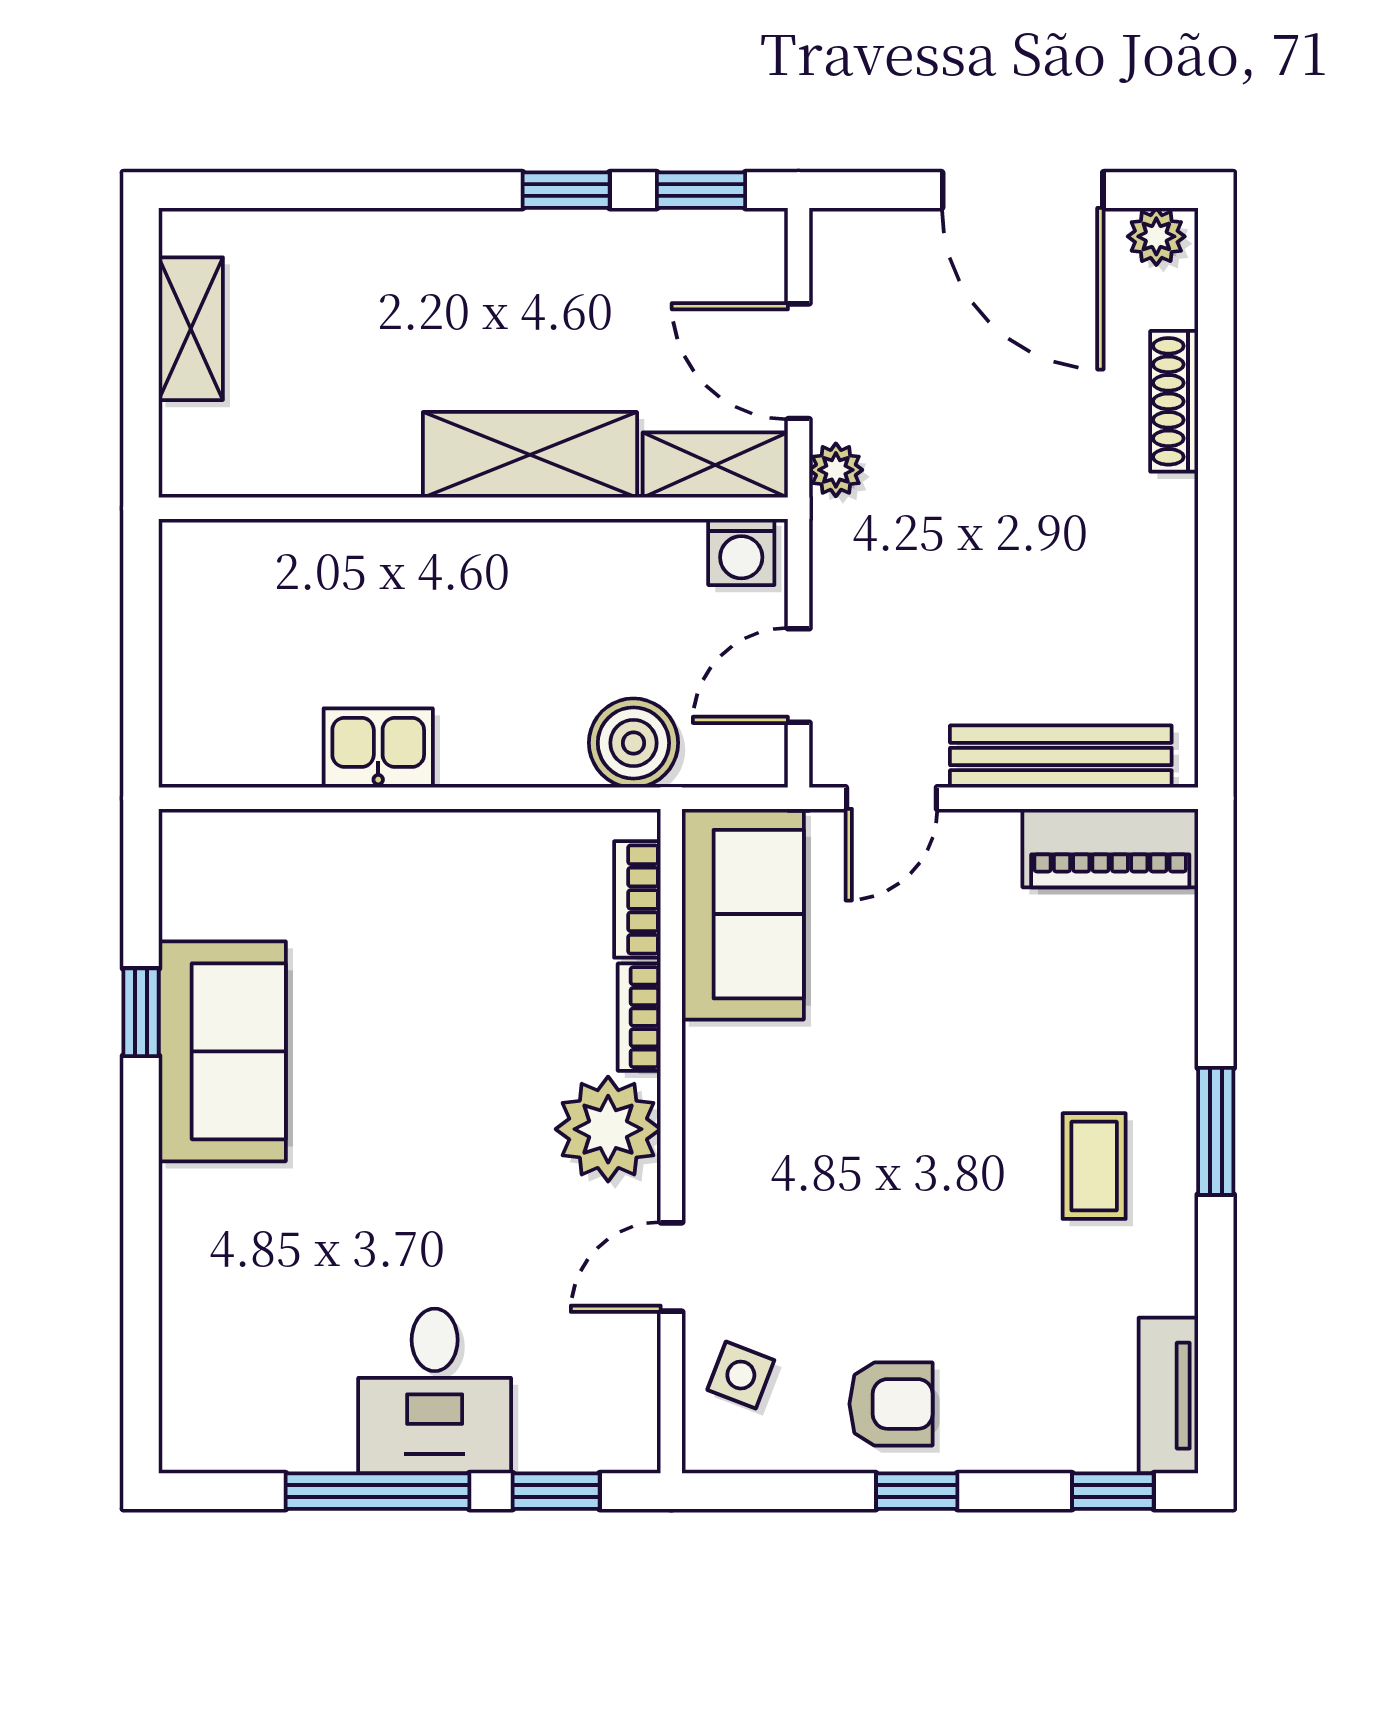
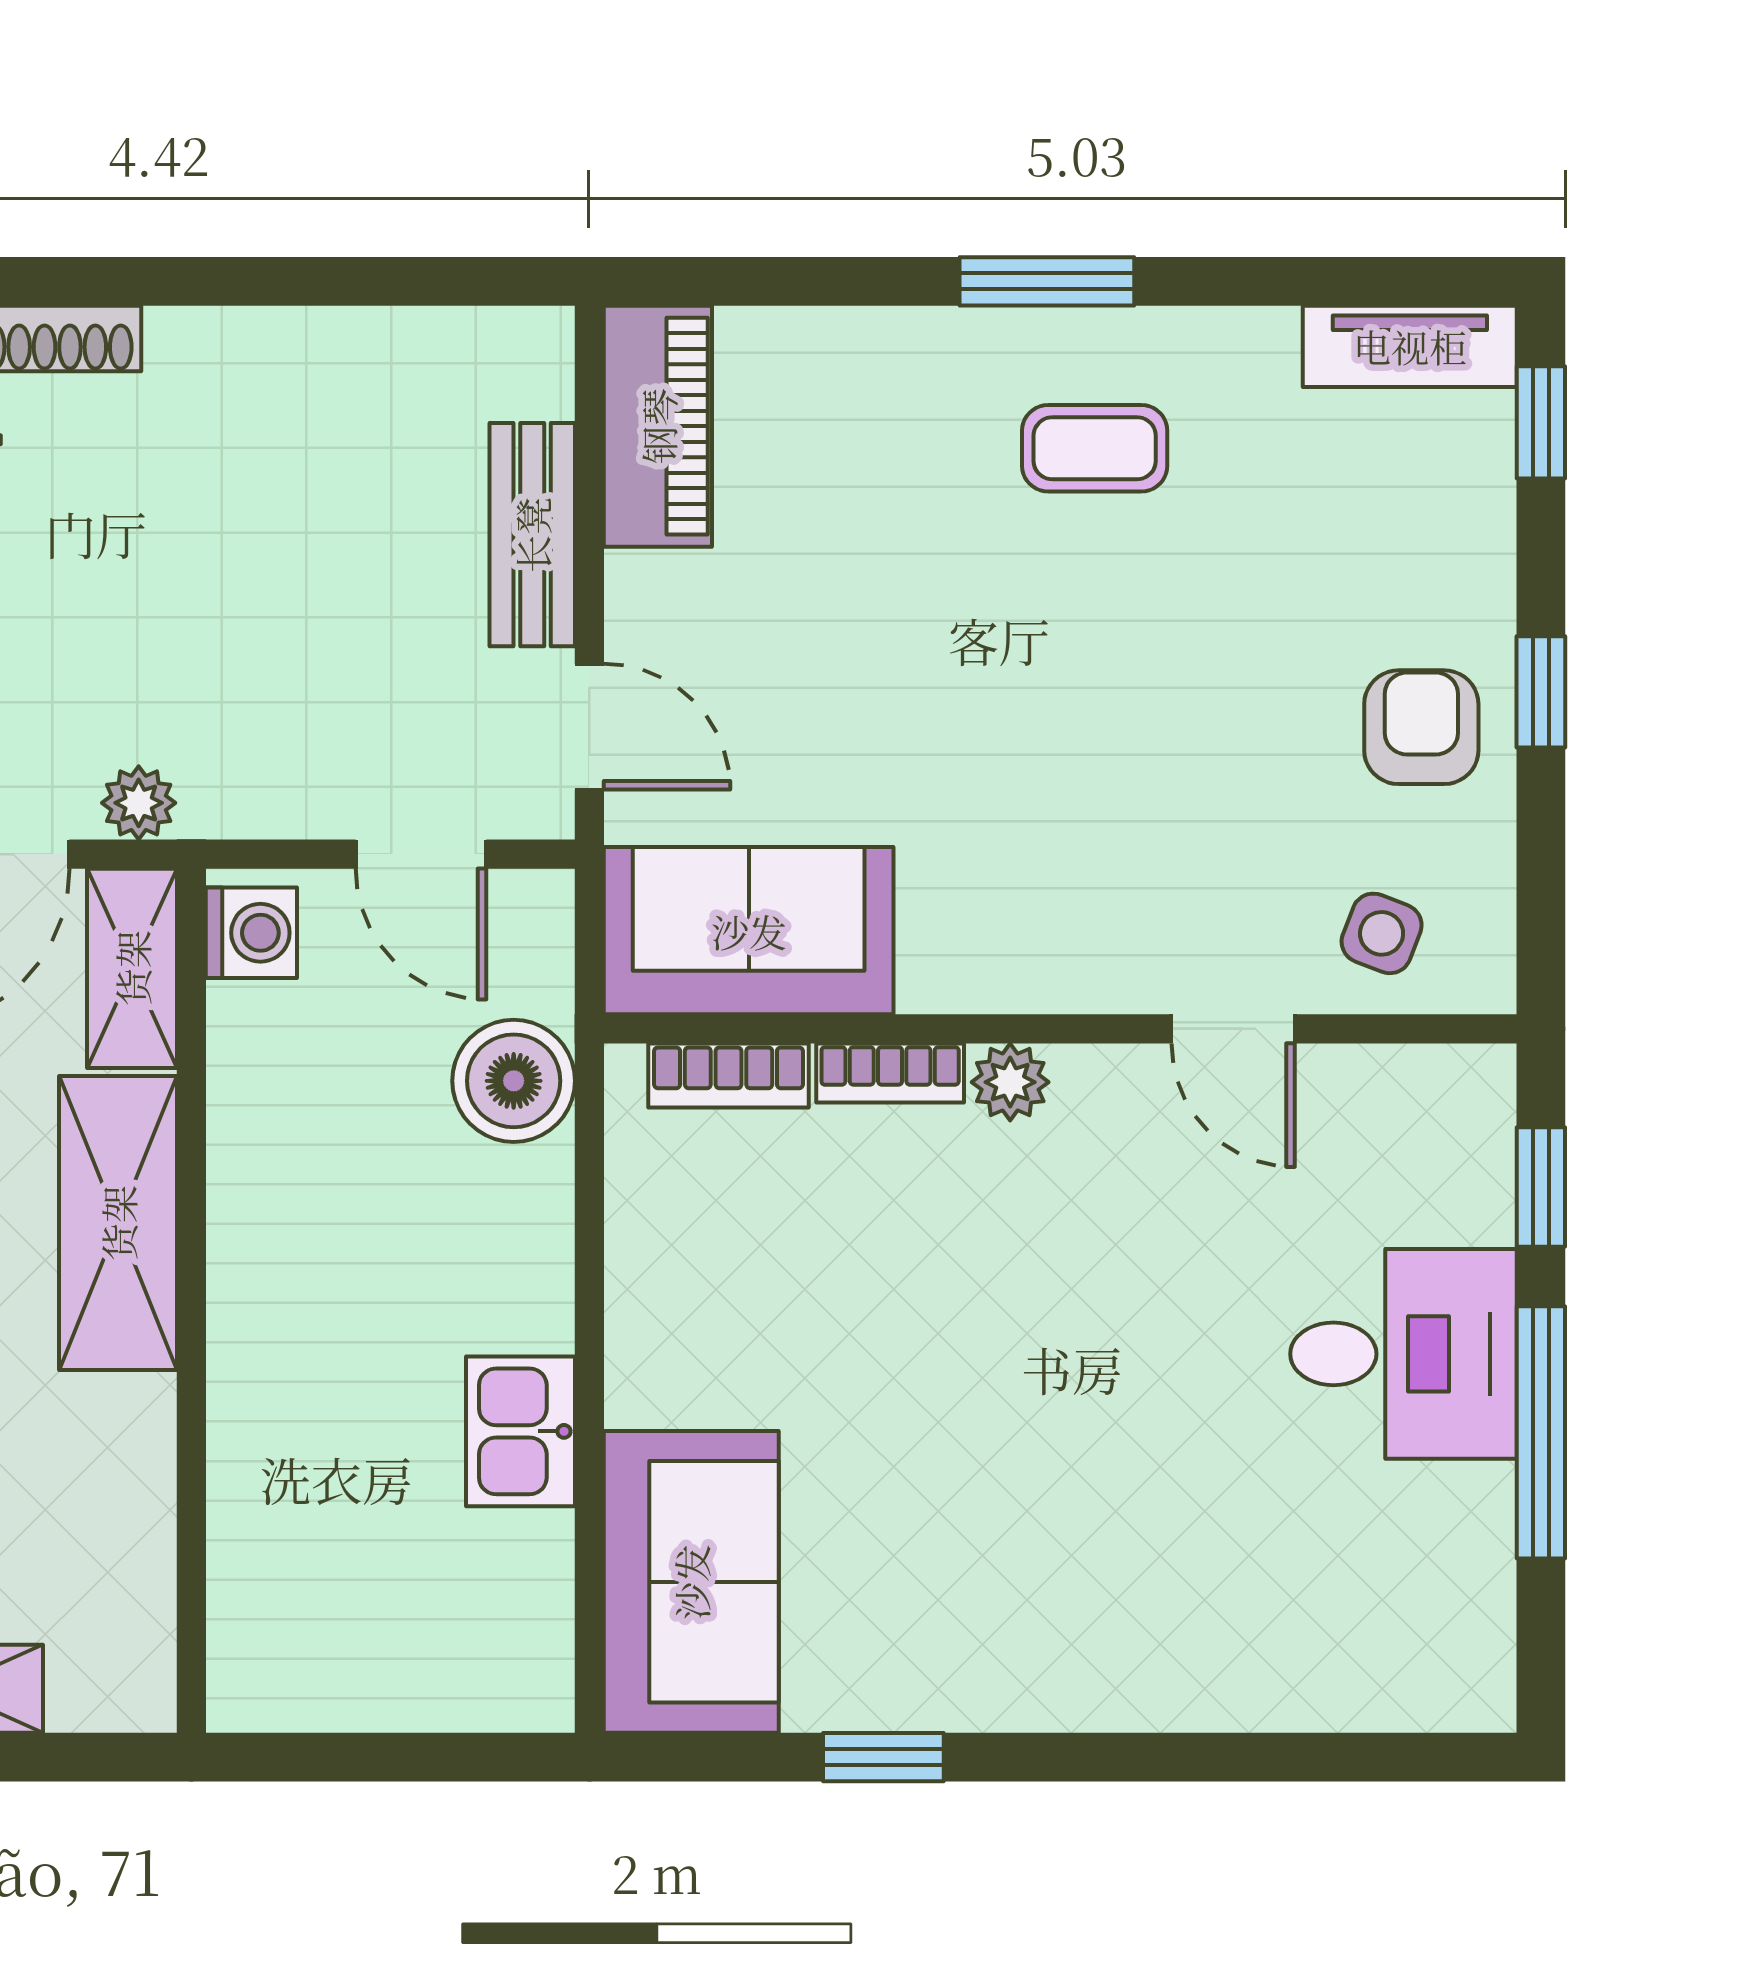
bench: (1061, 756) -> (532, 535), width x0.73
sofa: (222, 1051) -> (691, 1582), moved, turned 90
plant: (608, 1129) -> (1010, 1082), width x0.53, depth x0.53

